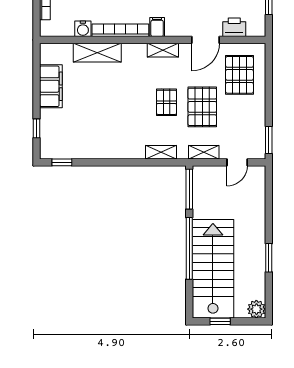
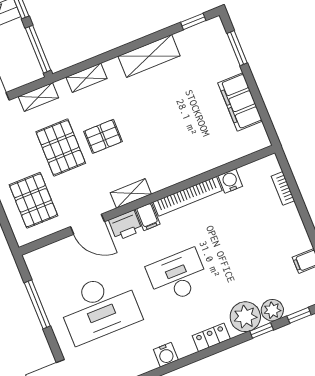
printer: (234, 27) -> (125, 225), moved
door: (206, 40) -> (87, 224), swing flipped
shelving: (97, 53) -> (149, 56), moved
pallet: (166, 102) -> (103, 136), turned 90
window: (37, 128) -> (237, 48), width x1.50

